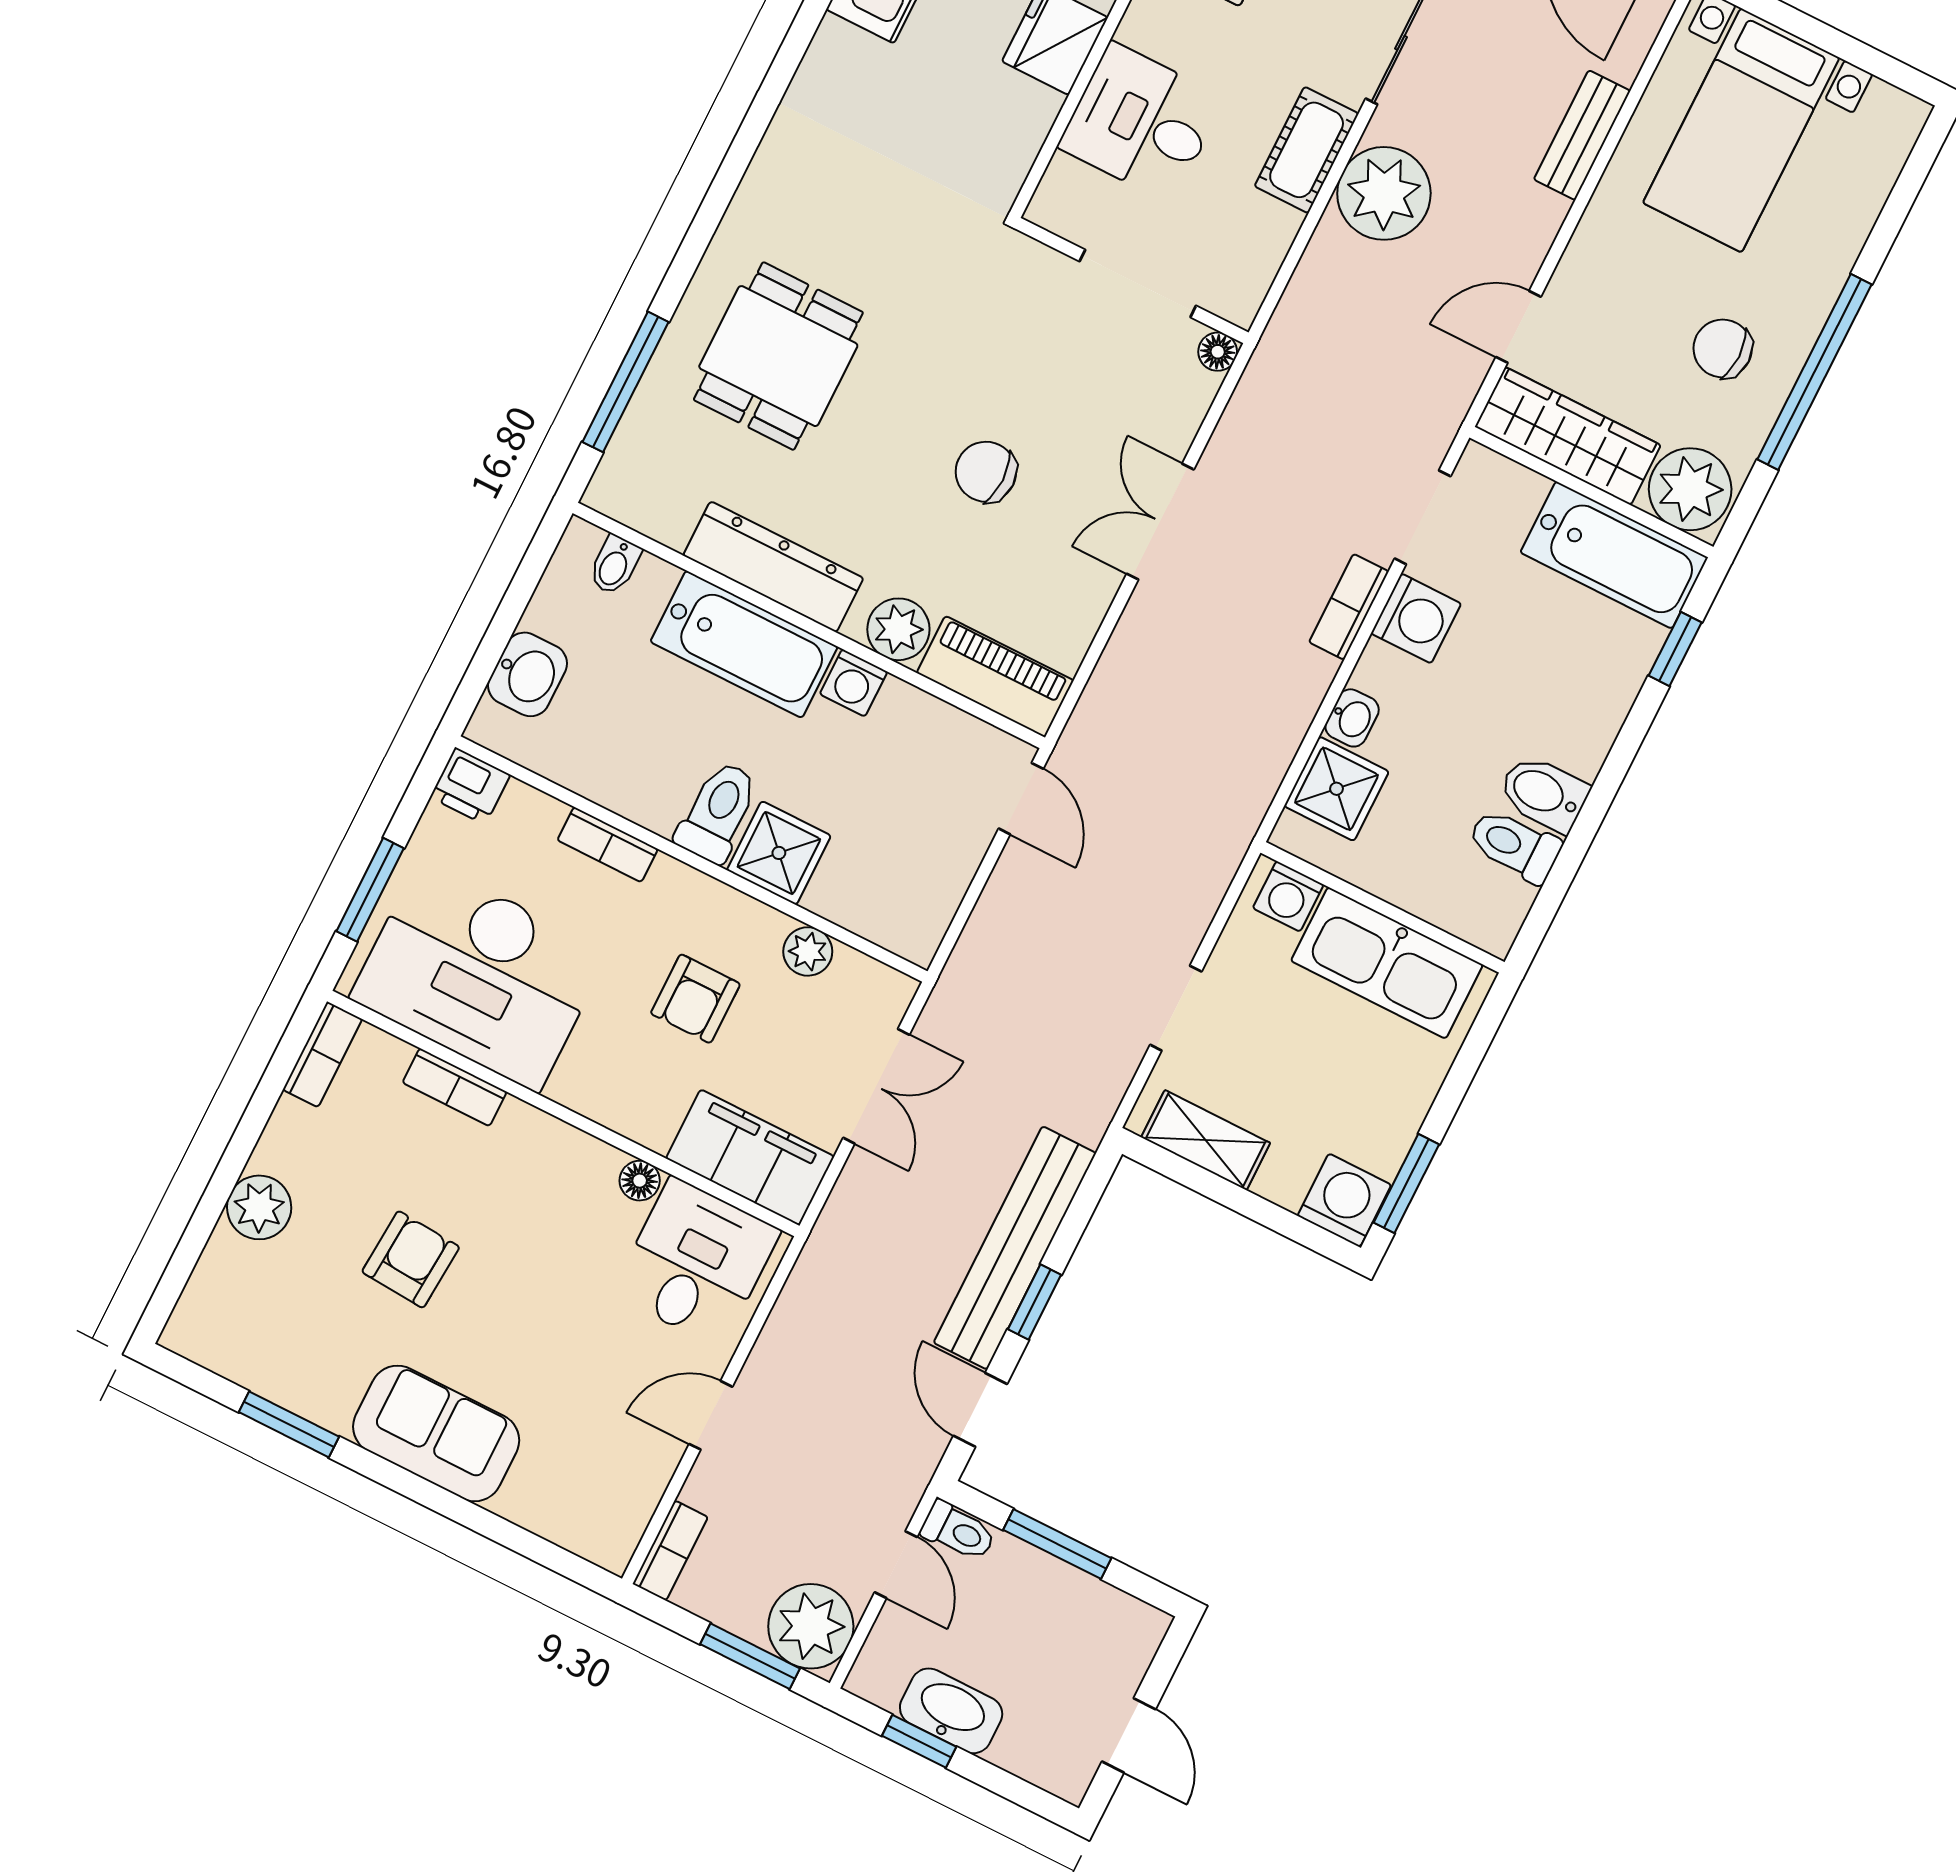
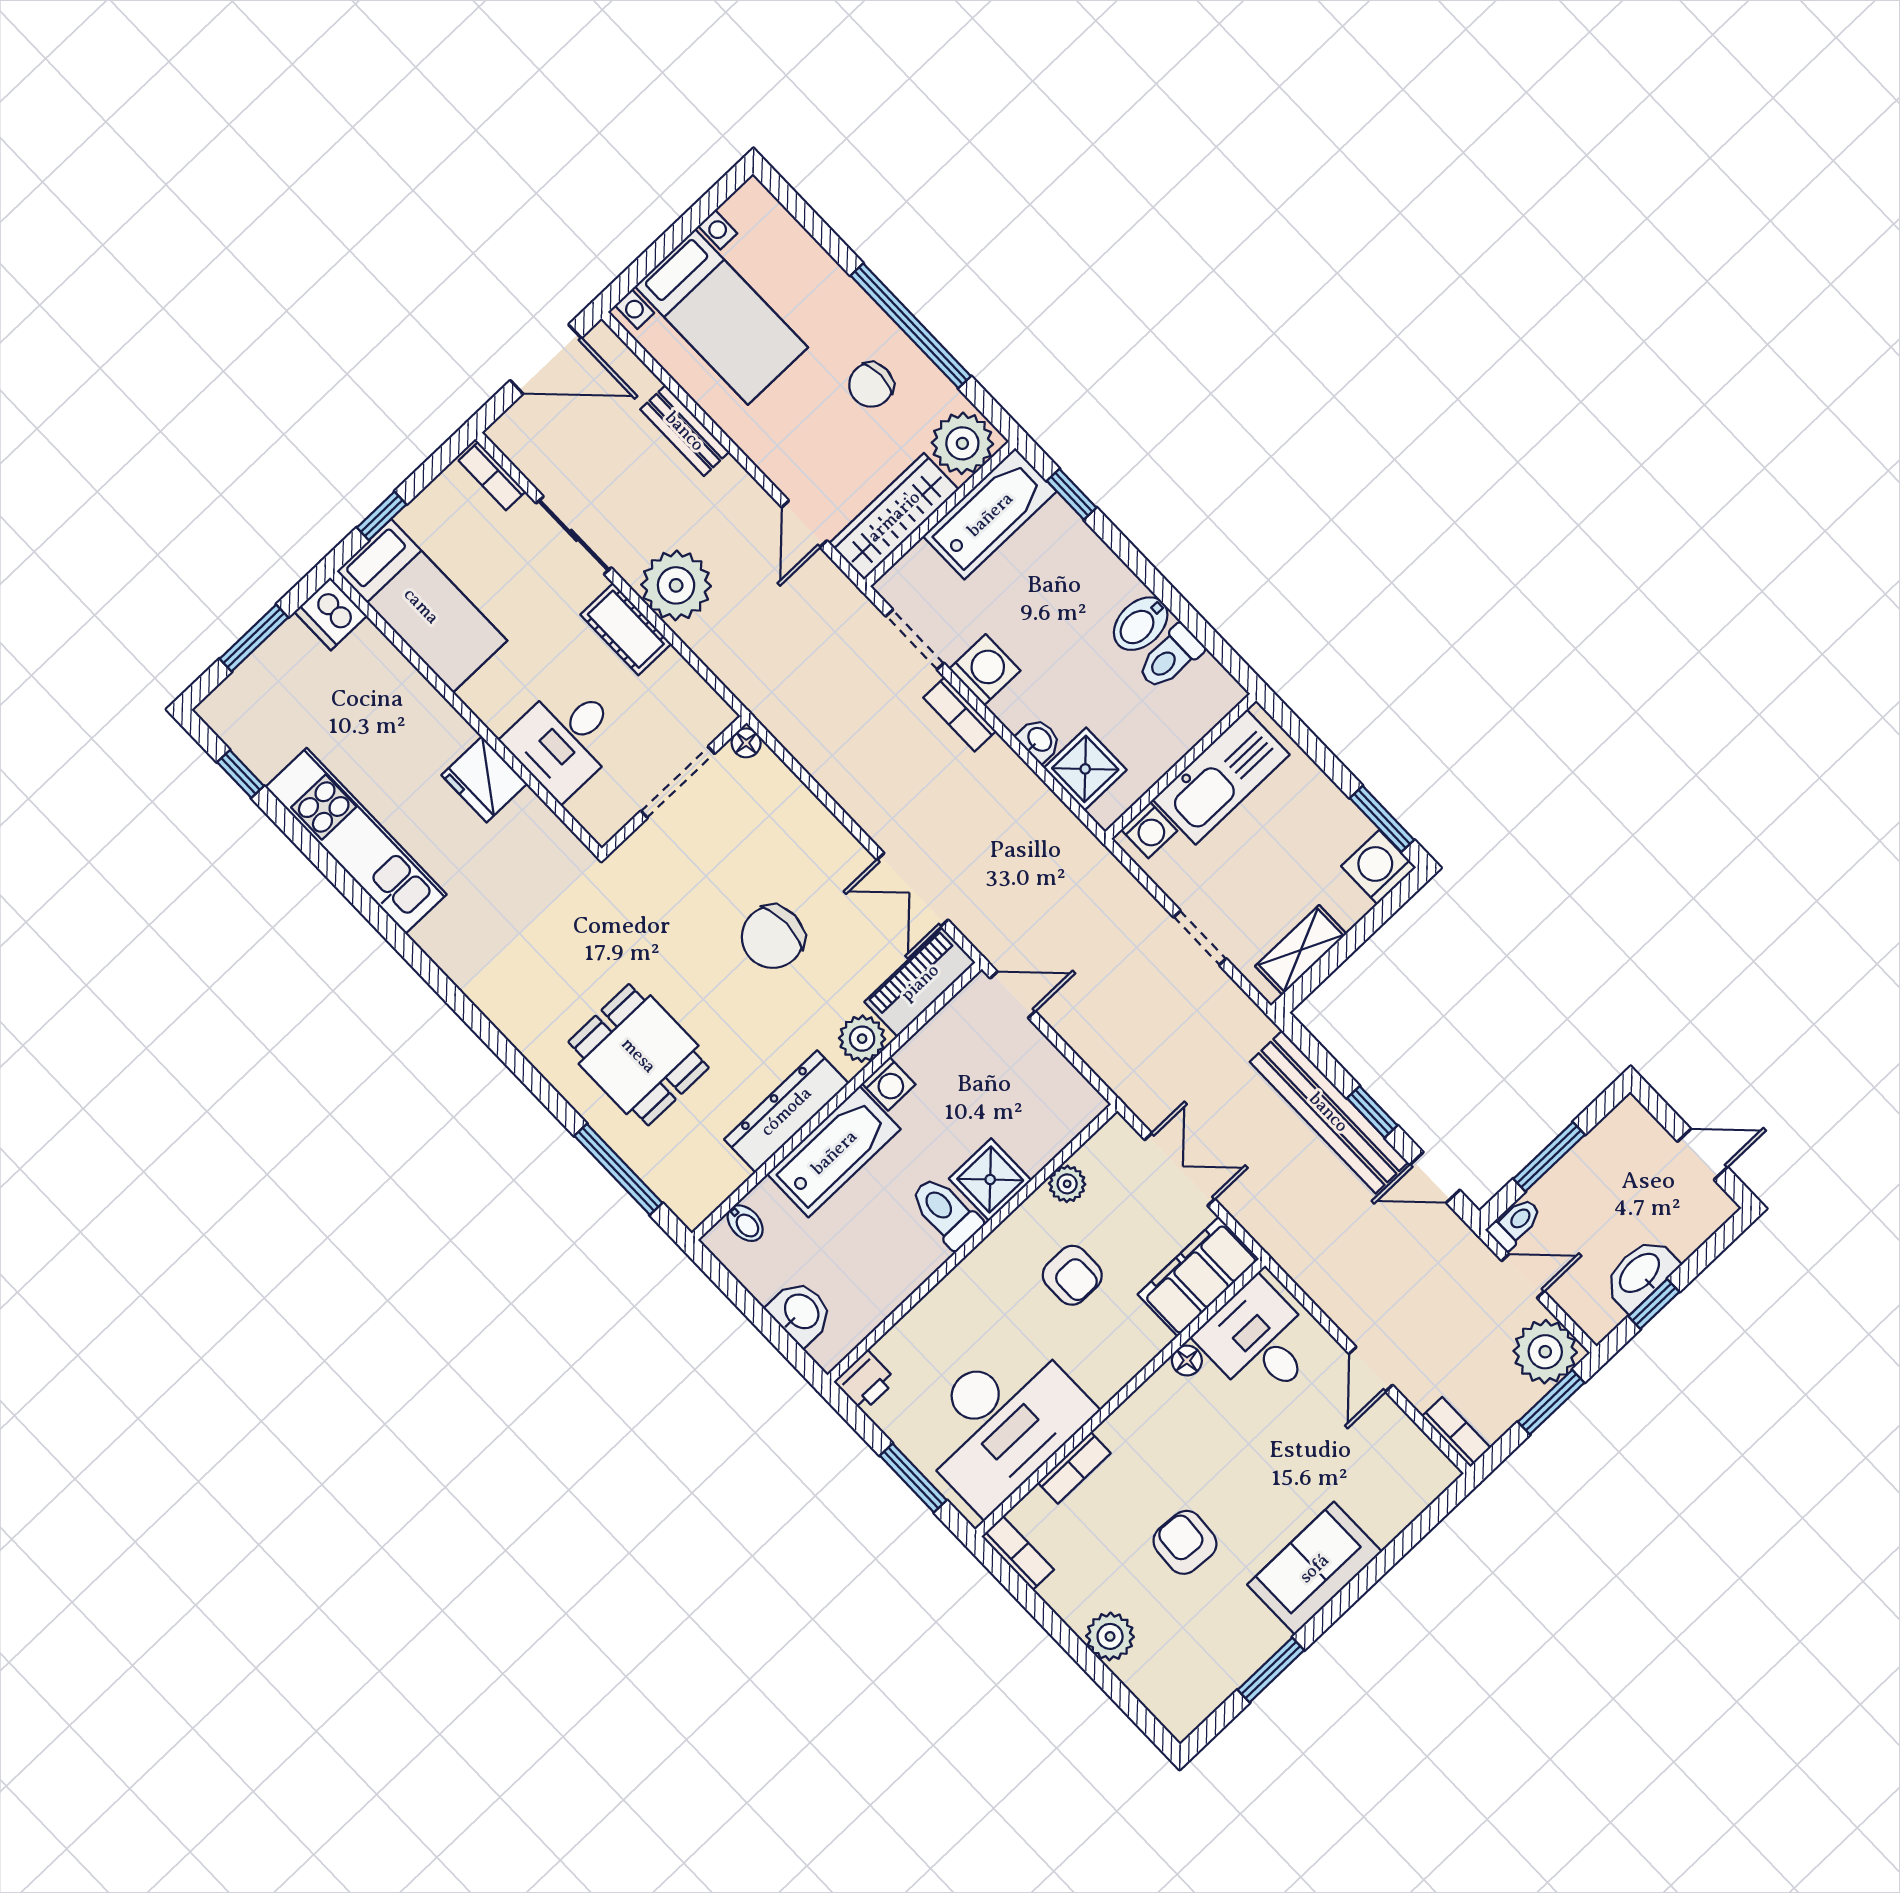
chair: (986, 472) -> (773, 937), width x1.37, depth x1.37
double door: (1160, 522) -> (912, 890), moved
bookcase: (608, 845) -> (941, 1299), removed

